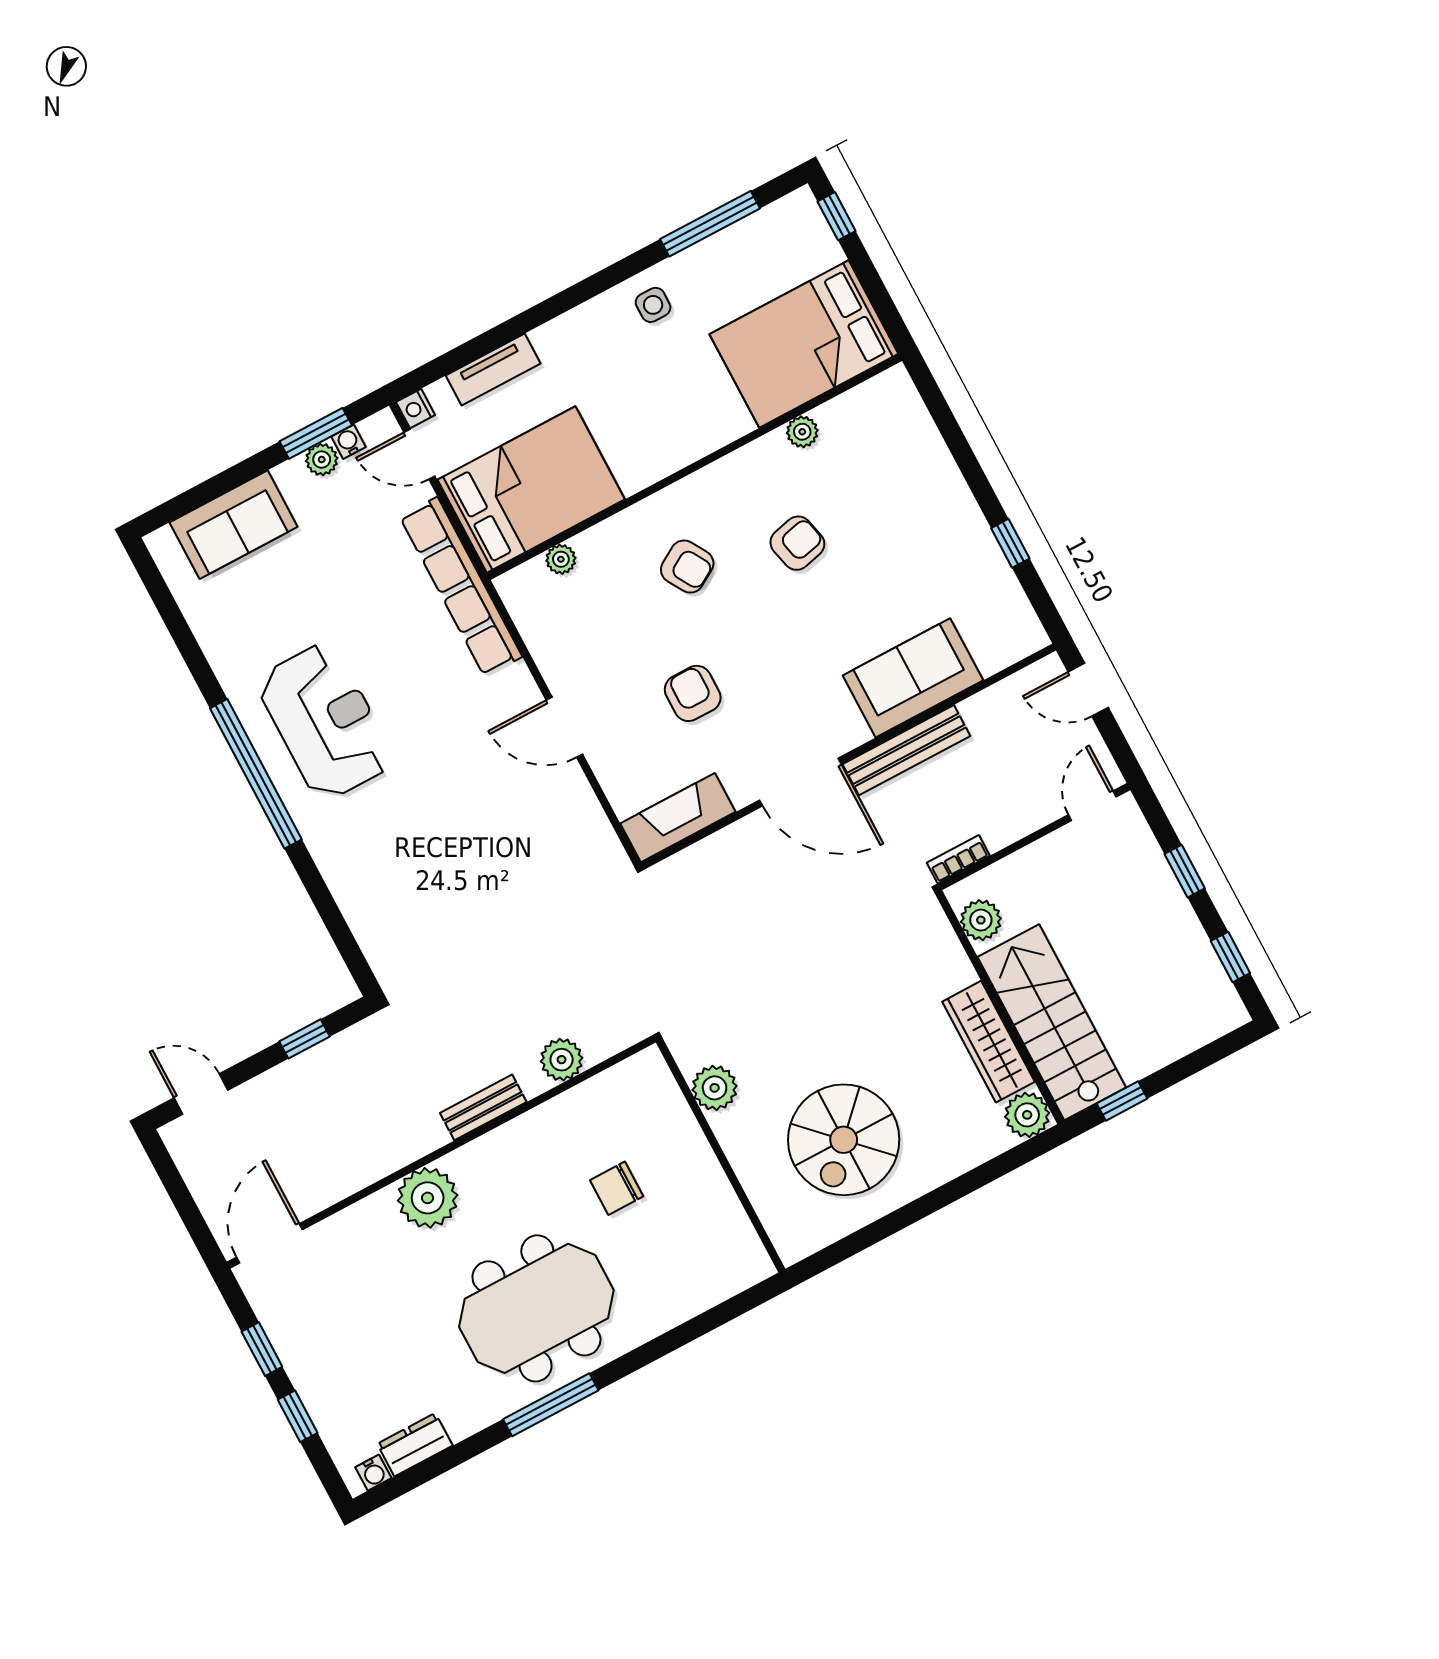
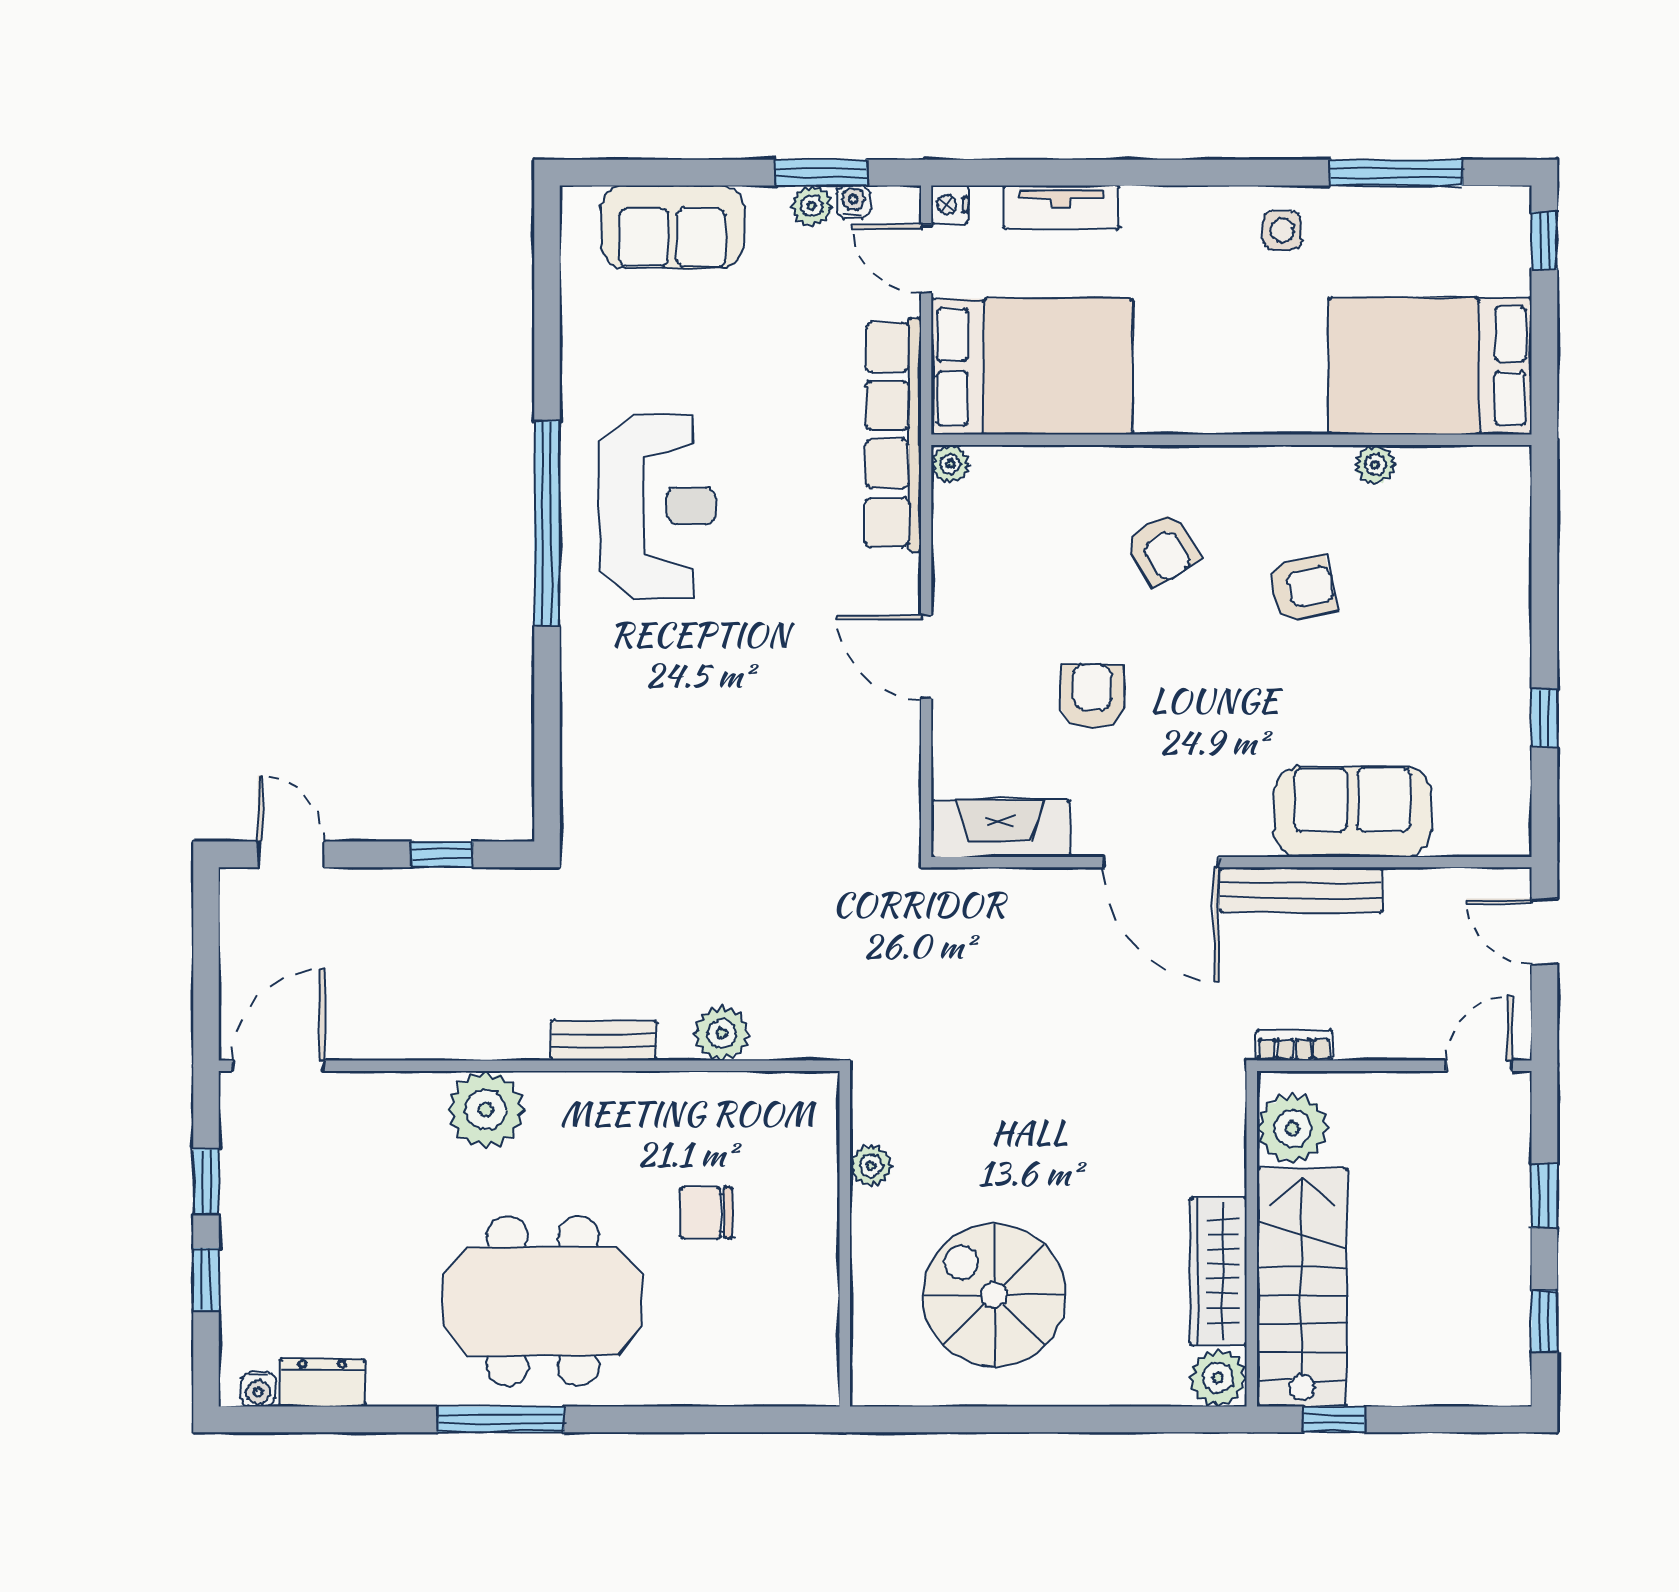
plant: (561, 559) -> (950, 464), moved
plant: (981, 920) -> (1293, 1128), width x1.36, depth x1.36
plant: (715, 1088) -> (871, 1166), width x0.73, depth x0.73
spiral stairs: (844, 1140) -> (994, 1295), turned 90

